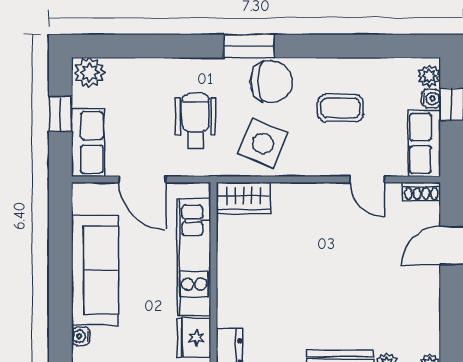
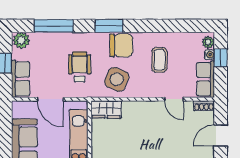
window: (148, 46) -> (54, 26), added
coffee table: (340, 108) -> (159, 60), turned 90

